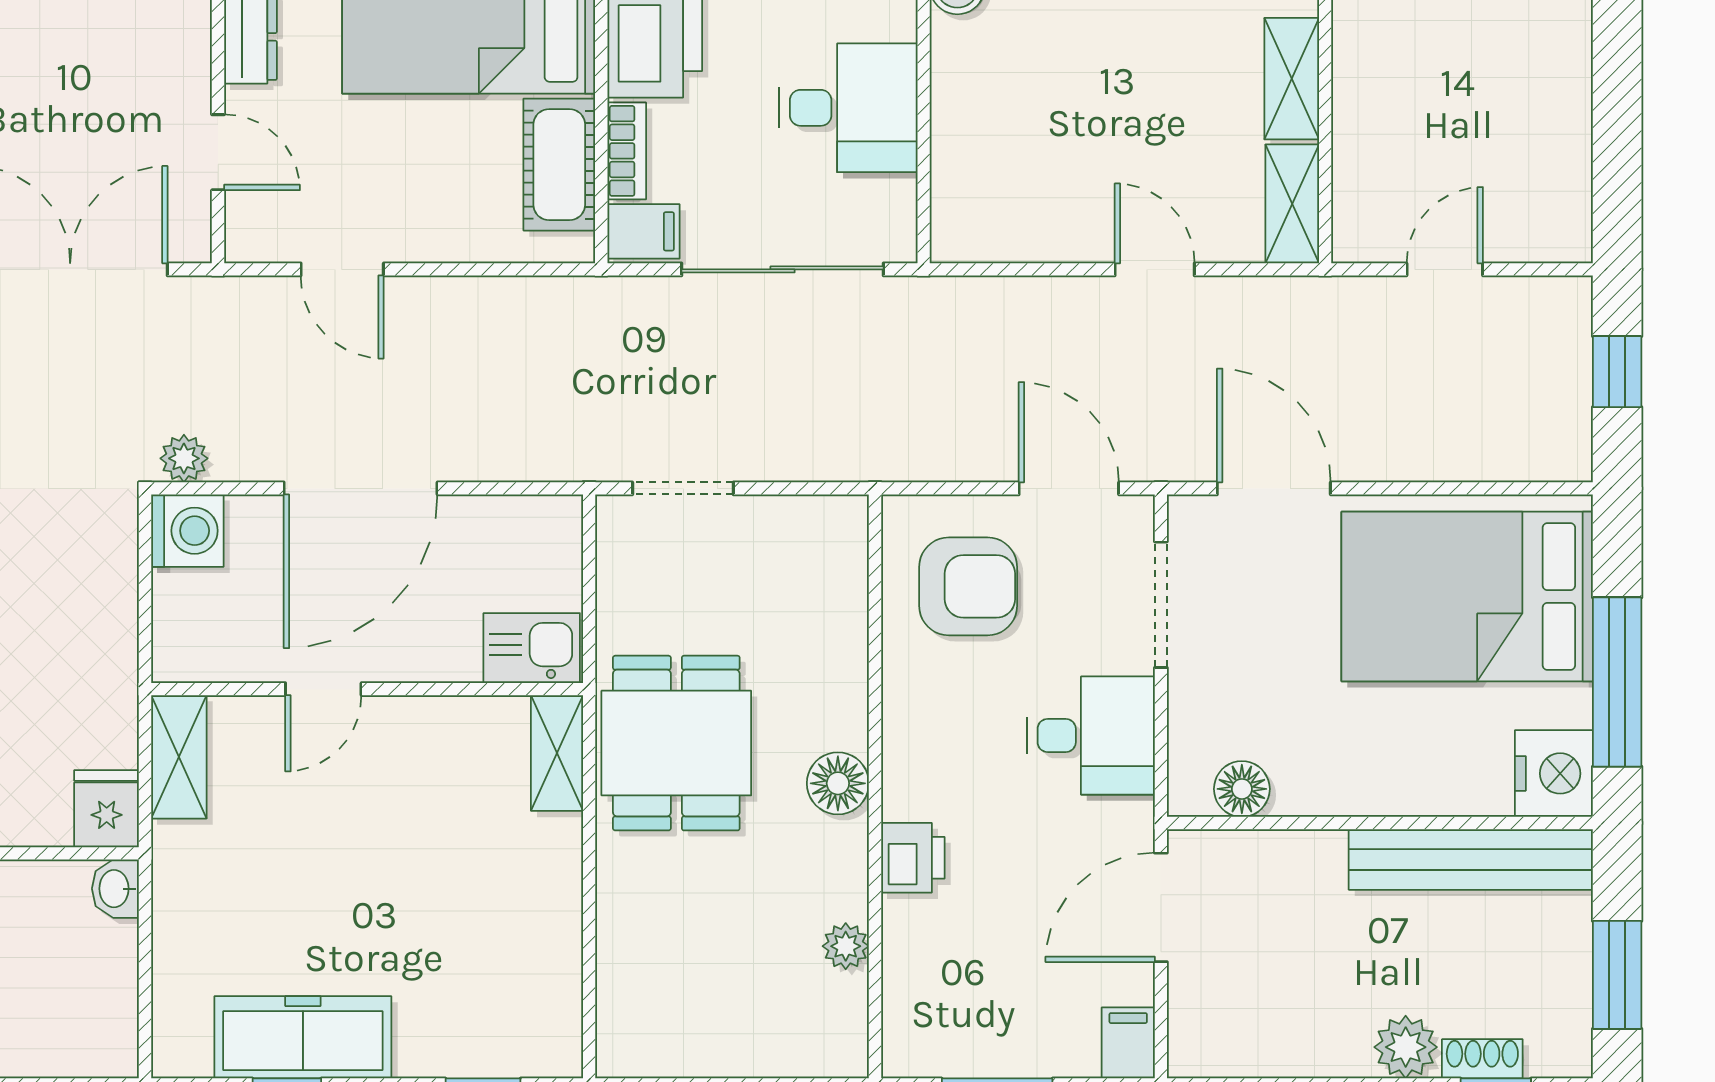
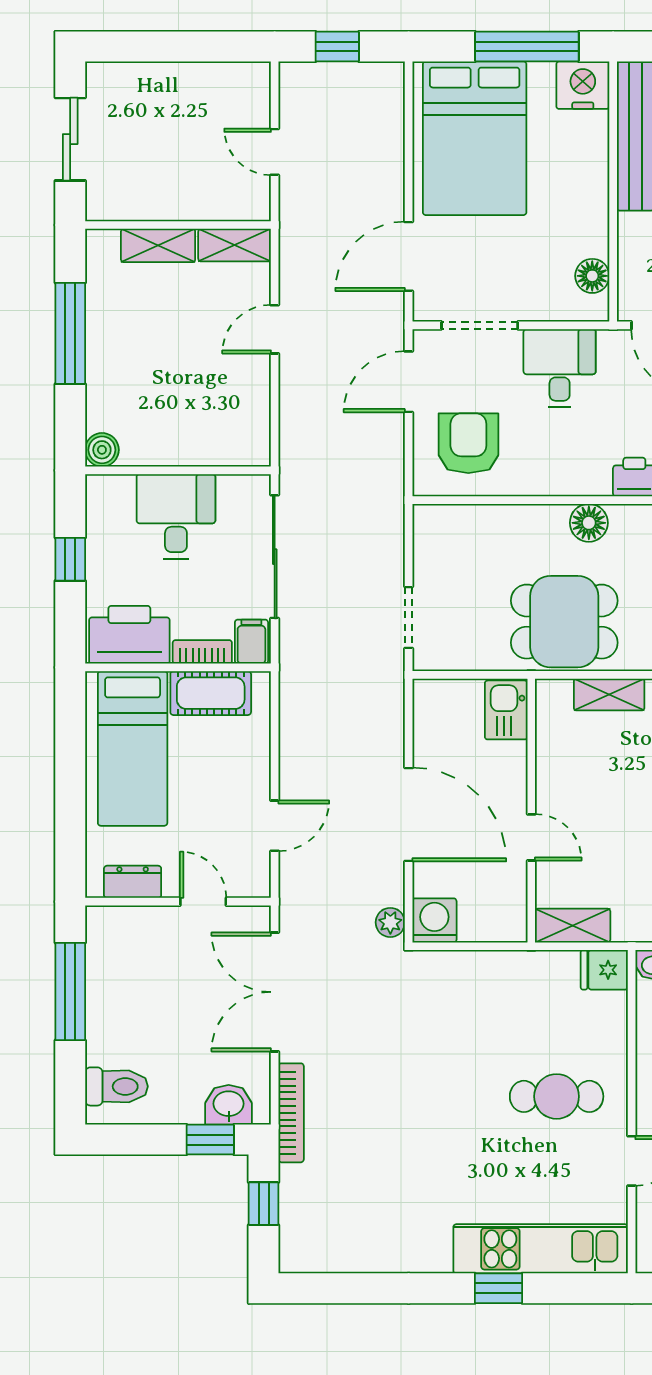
door: (218, 152) -> (203, 902), hinge flipped
shelving: (557, 753) -> (609, 695), moved

